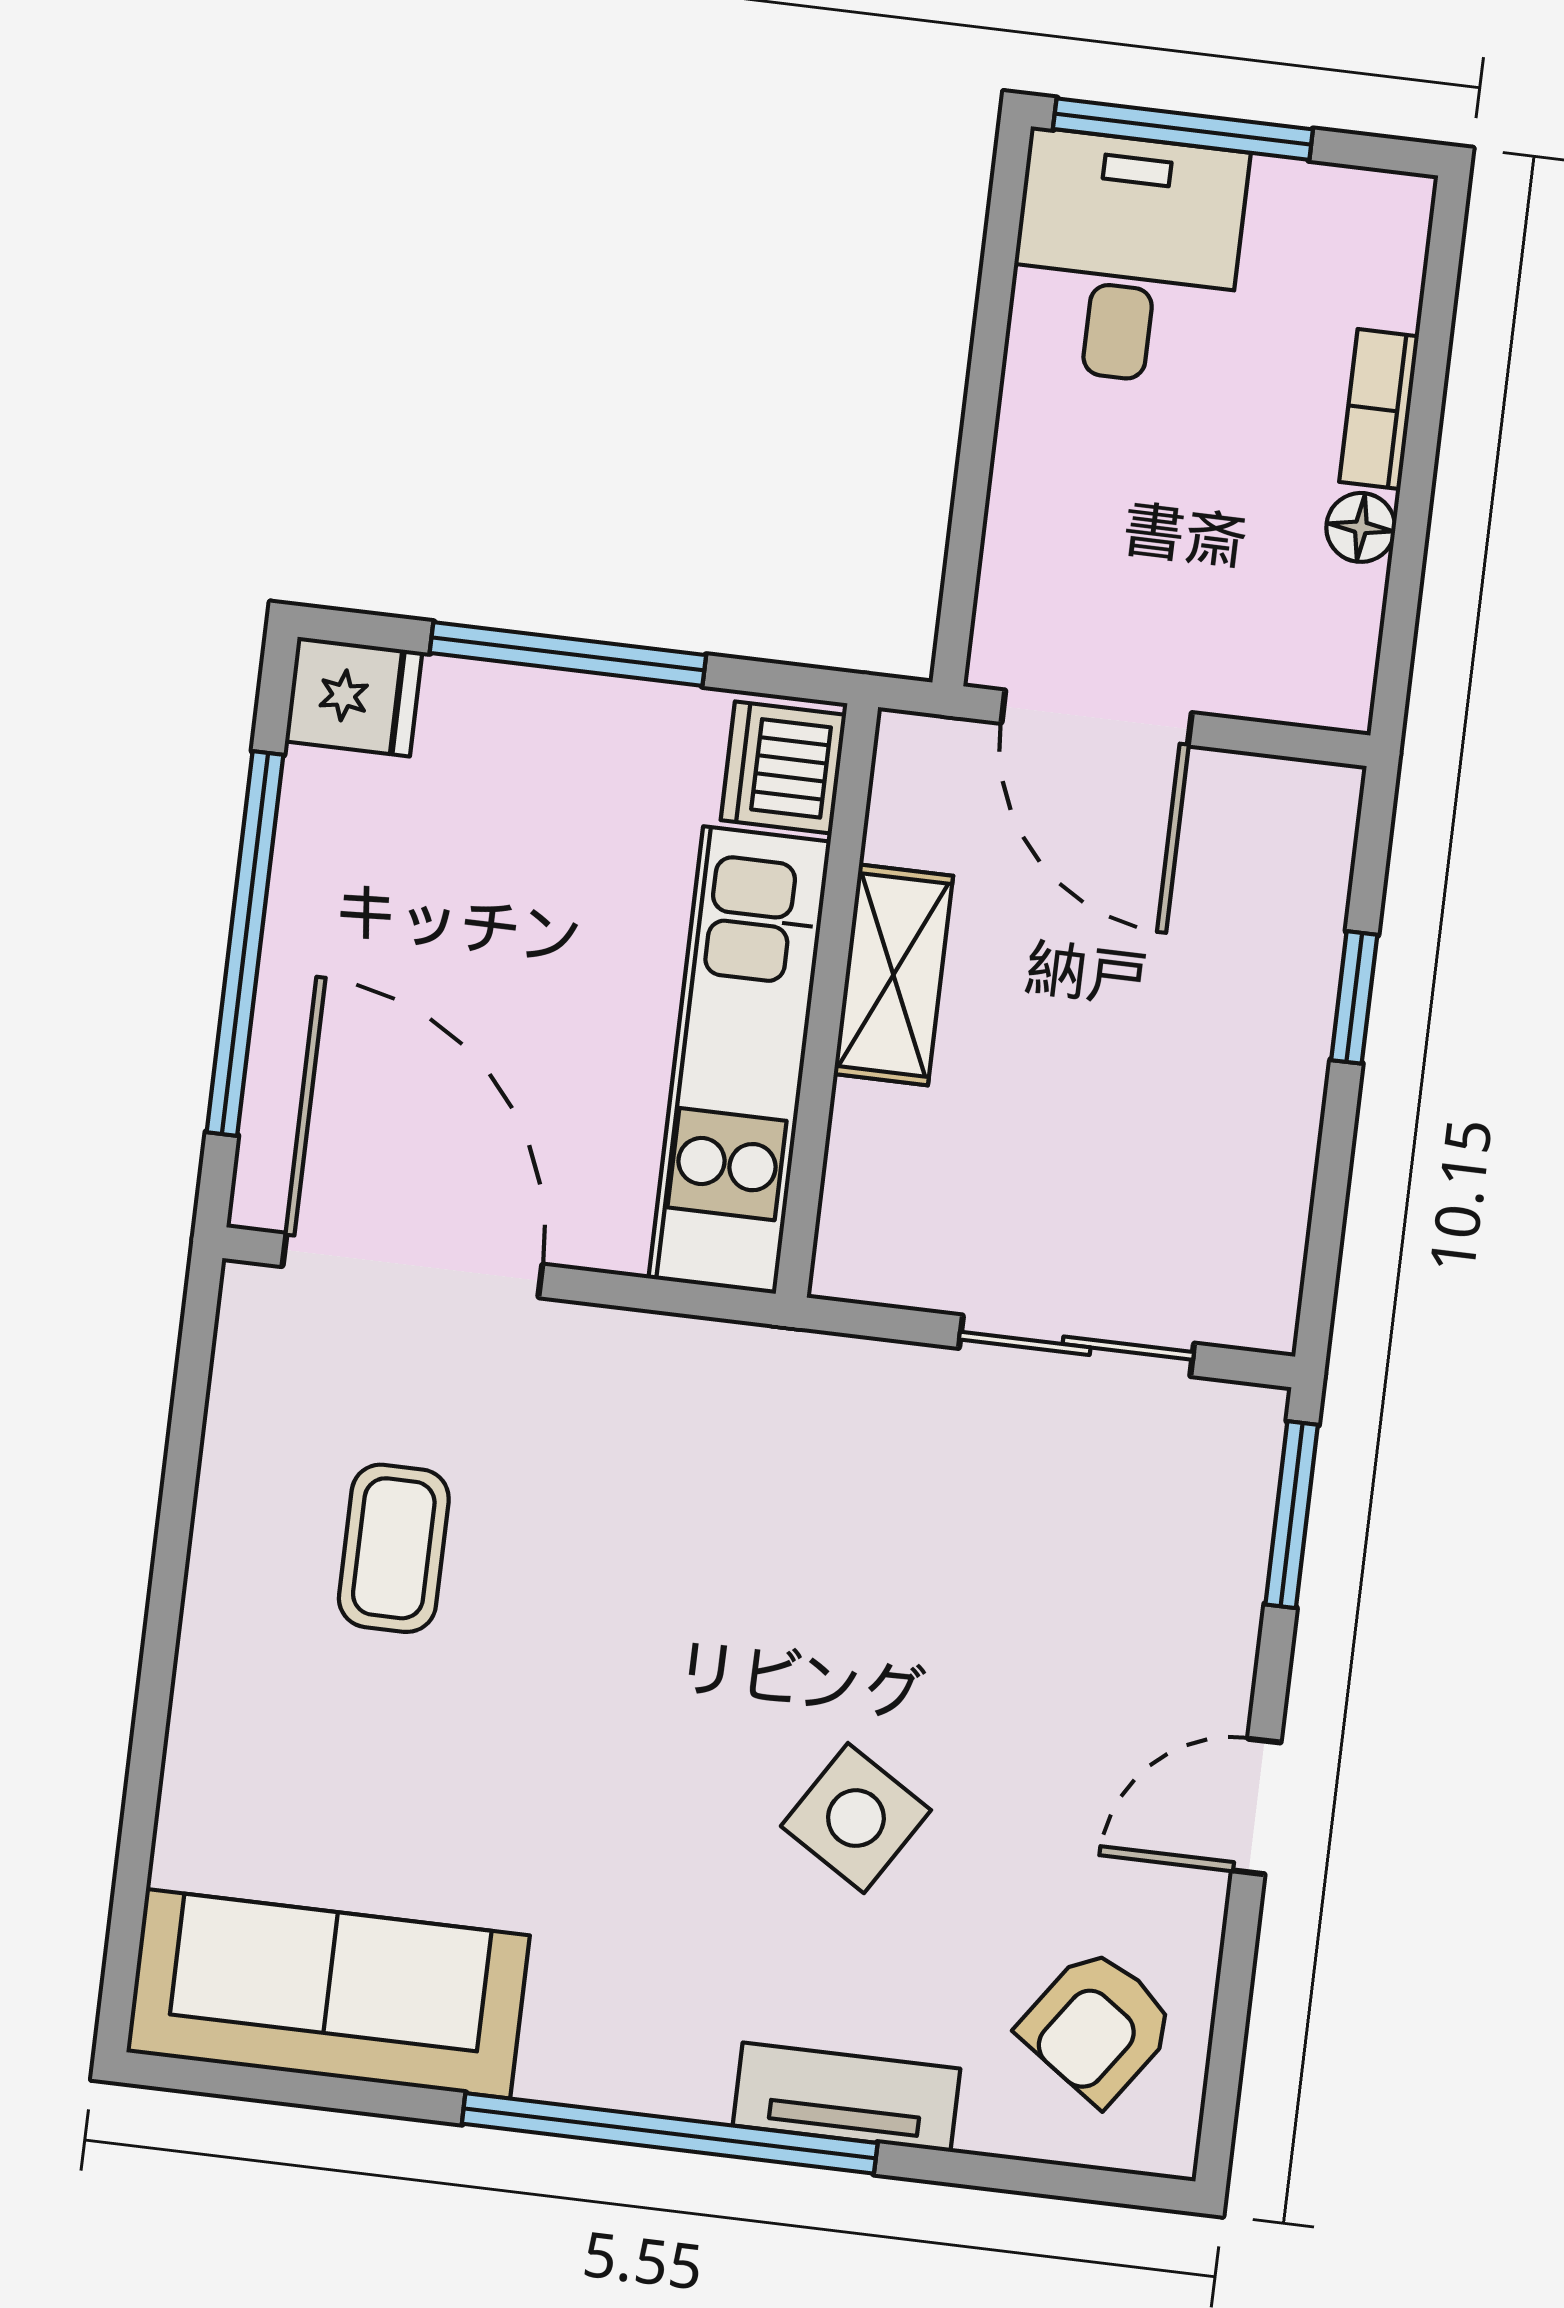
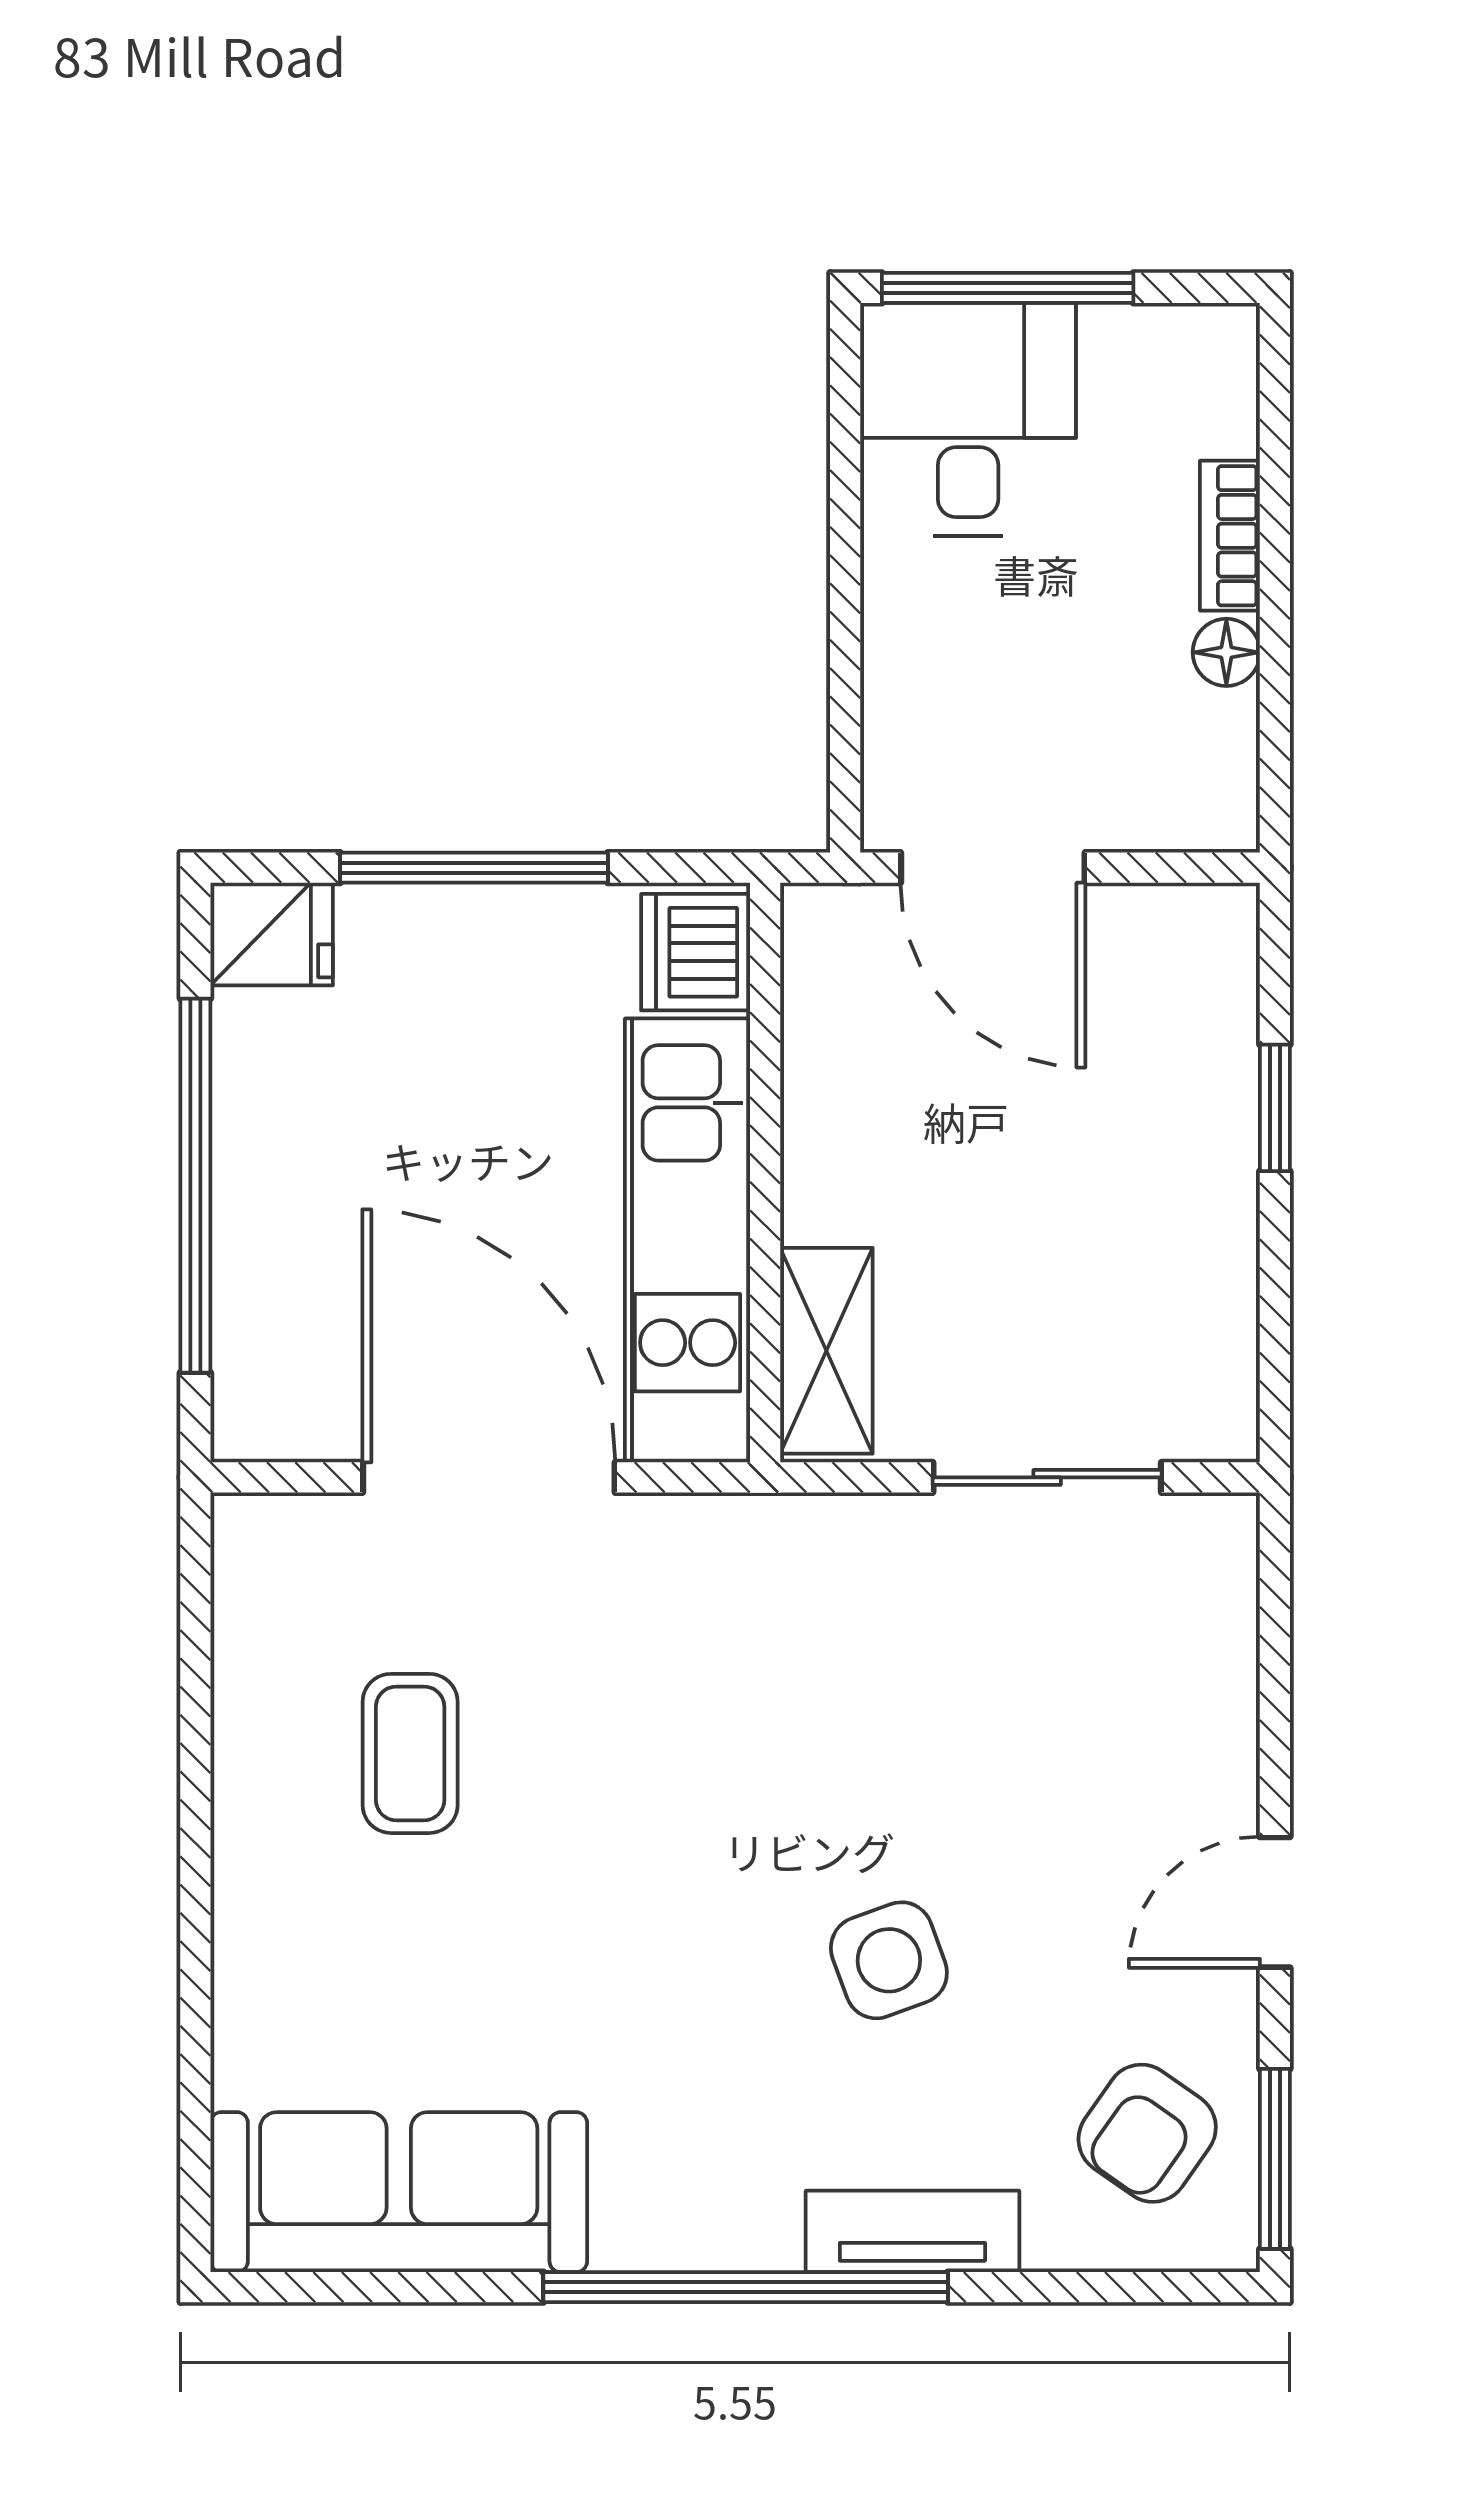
shelving: (893, 975) -> (826, 1351), moved
door: (412, 1265) -> (489, 1477), moved
window: (1292, 1515) -> (1275, 2159), moved
side table: (856, 1818) -> (889, 1960), turned 38

